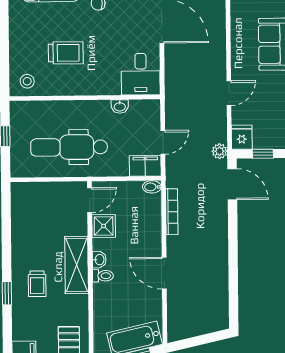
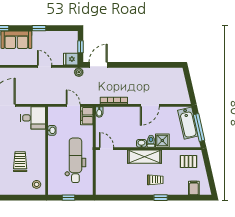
dental chair: (69, 147) -> (75, 160), turned 180
shower: (104, 226) -> (162, 141), moved

